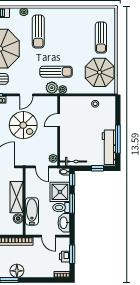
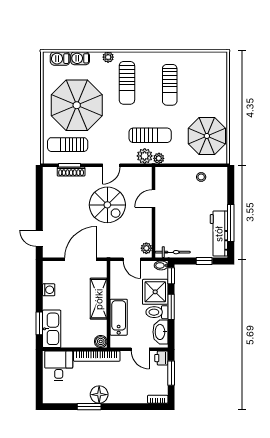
sun lounger: (101, 38) -> (170, 85), moved
boiler: (18, 219) -> (101, 341), moved
printer: (65, 257) -> (161, 358), moved

